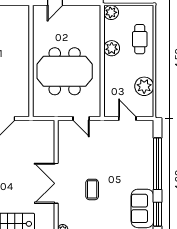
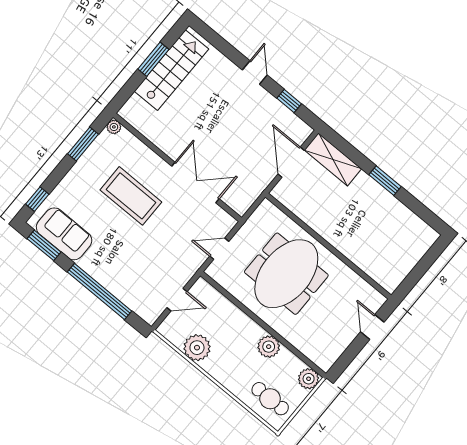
cafe table: (140, 39) -> (270, 399), moved
double door: (56, 183) -> (195, 182), moved
coffee table: (92, 189) -> (131, 196), width x1.86, depth x1.72

